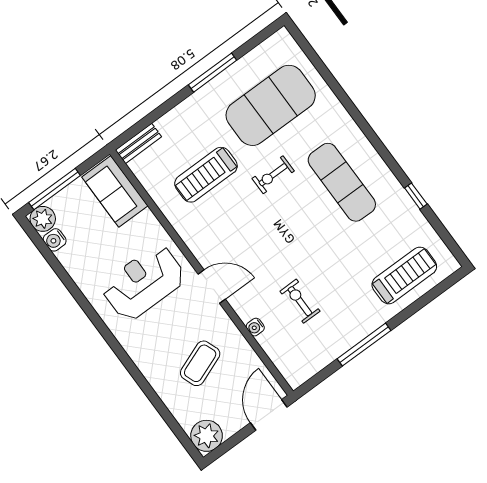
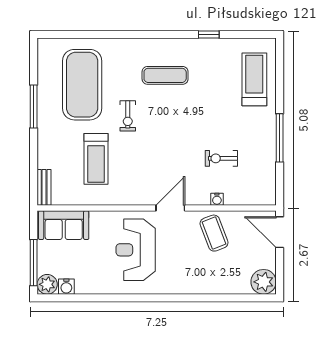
exercise mat: (342, 182) -> (165, 75), width x0.73, depth x0.69
coffee table: (200, 363) -> (214, 233), moved

